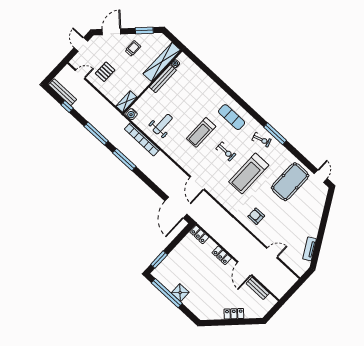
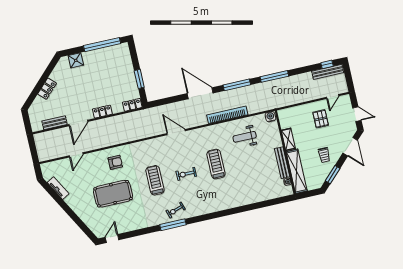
shelving: (126, 102) -> (288, 139), moved
window: (67, 106) -> (327, 64), moved
exercise mat: (232, 117) -> (211, 198), removed
weight bench: (163, 124) -> (245, 137), turned 90
bookcase: (142, 139) -> (227, 115), moved
treadmill: (249, 173) -> (155, 180), width x0.73, depth x0.73
door: (321, 176) -> (112, 238), swing flipped
pool table: (290, 182) -> (113, 194), moved, turned 90
door: (176, 208) -> (200, 93), moved
window: (159, 260) -> (139, 79), moved
door: (245, 269) -> (78, 123), swing flipped
shower: (180, 293) -> (76, 60), moved

